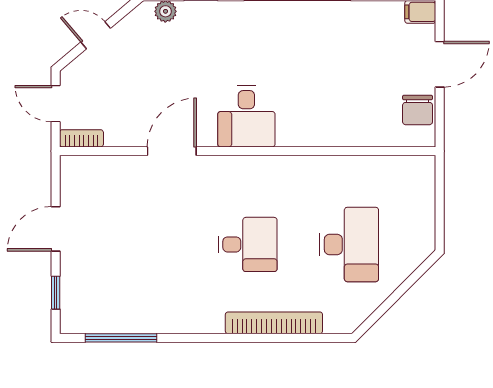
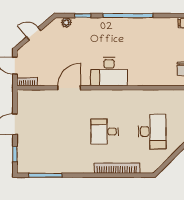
desk: (246, 116) -> (109, 72), width x1.37
desk: (248, 244) -> (105, 132), turned 180

